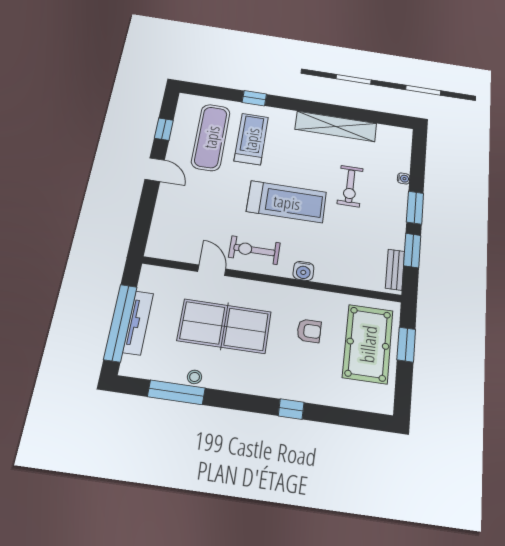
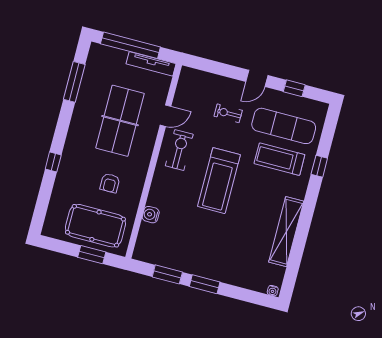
treadmill: (251, 139) -> (279, 159), turned 180
water cooler: (404, 178) -> (273, 291), moved
exercise bike: (350, 186) -> (228, 113), moved, width x0.73, depth x0.72
bench: (395, 270) -> (152, 258), removed
water cooler: (303, 271) -> (151, 215), moved
tv unit: (138, 323) -> (151, 64), moved
stool: (195, 377) -> (84, 96), removed

